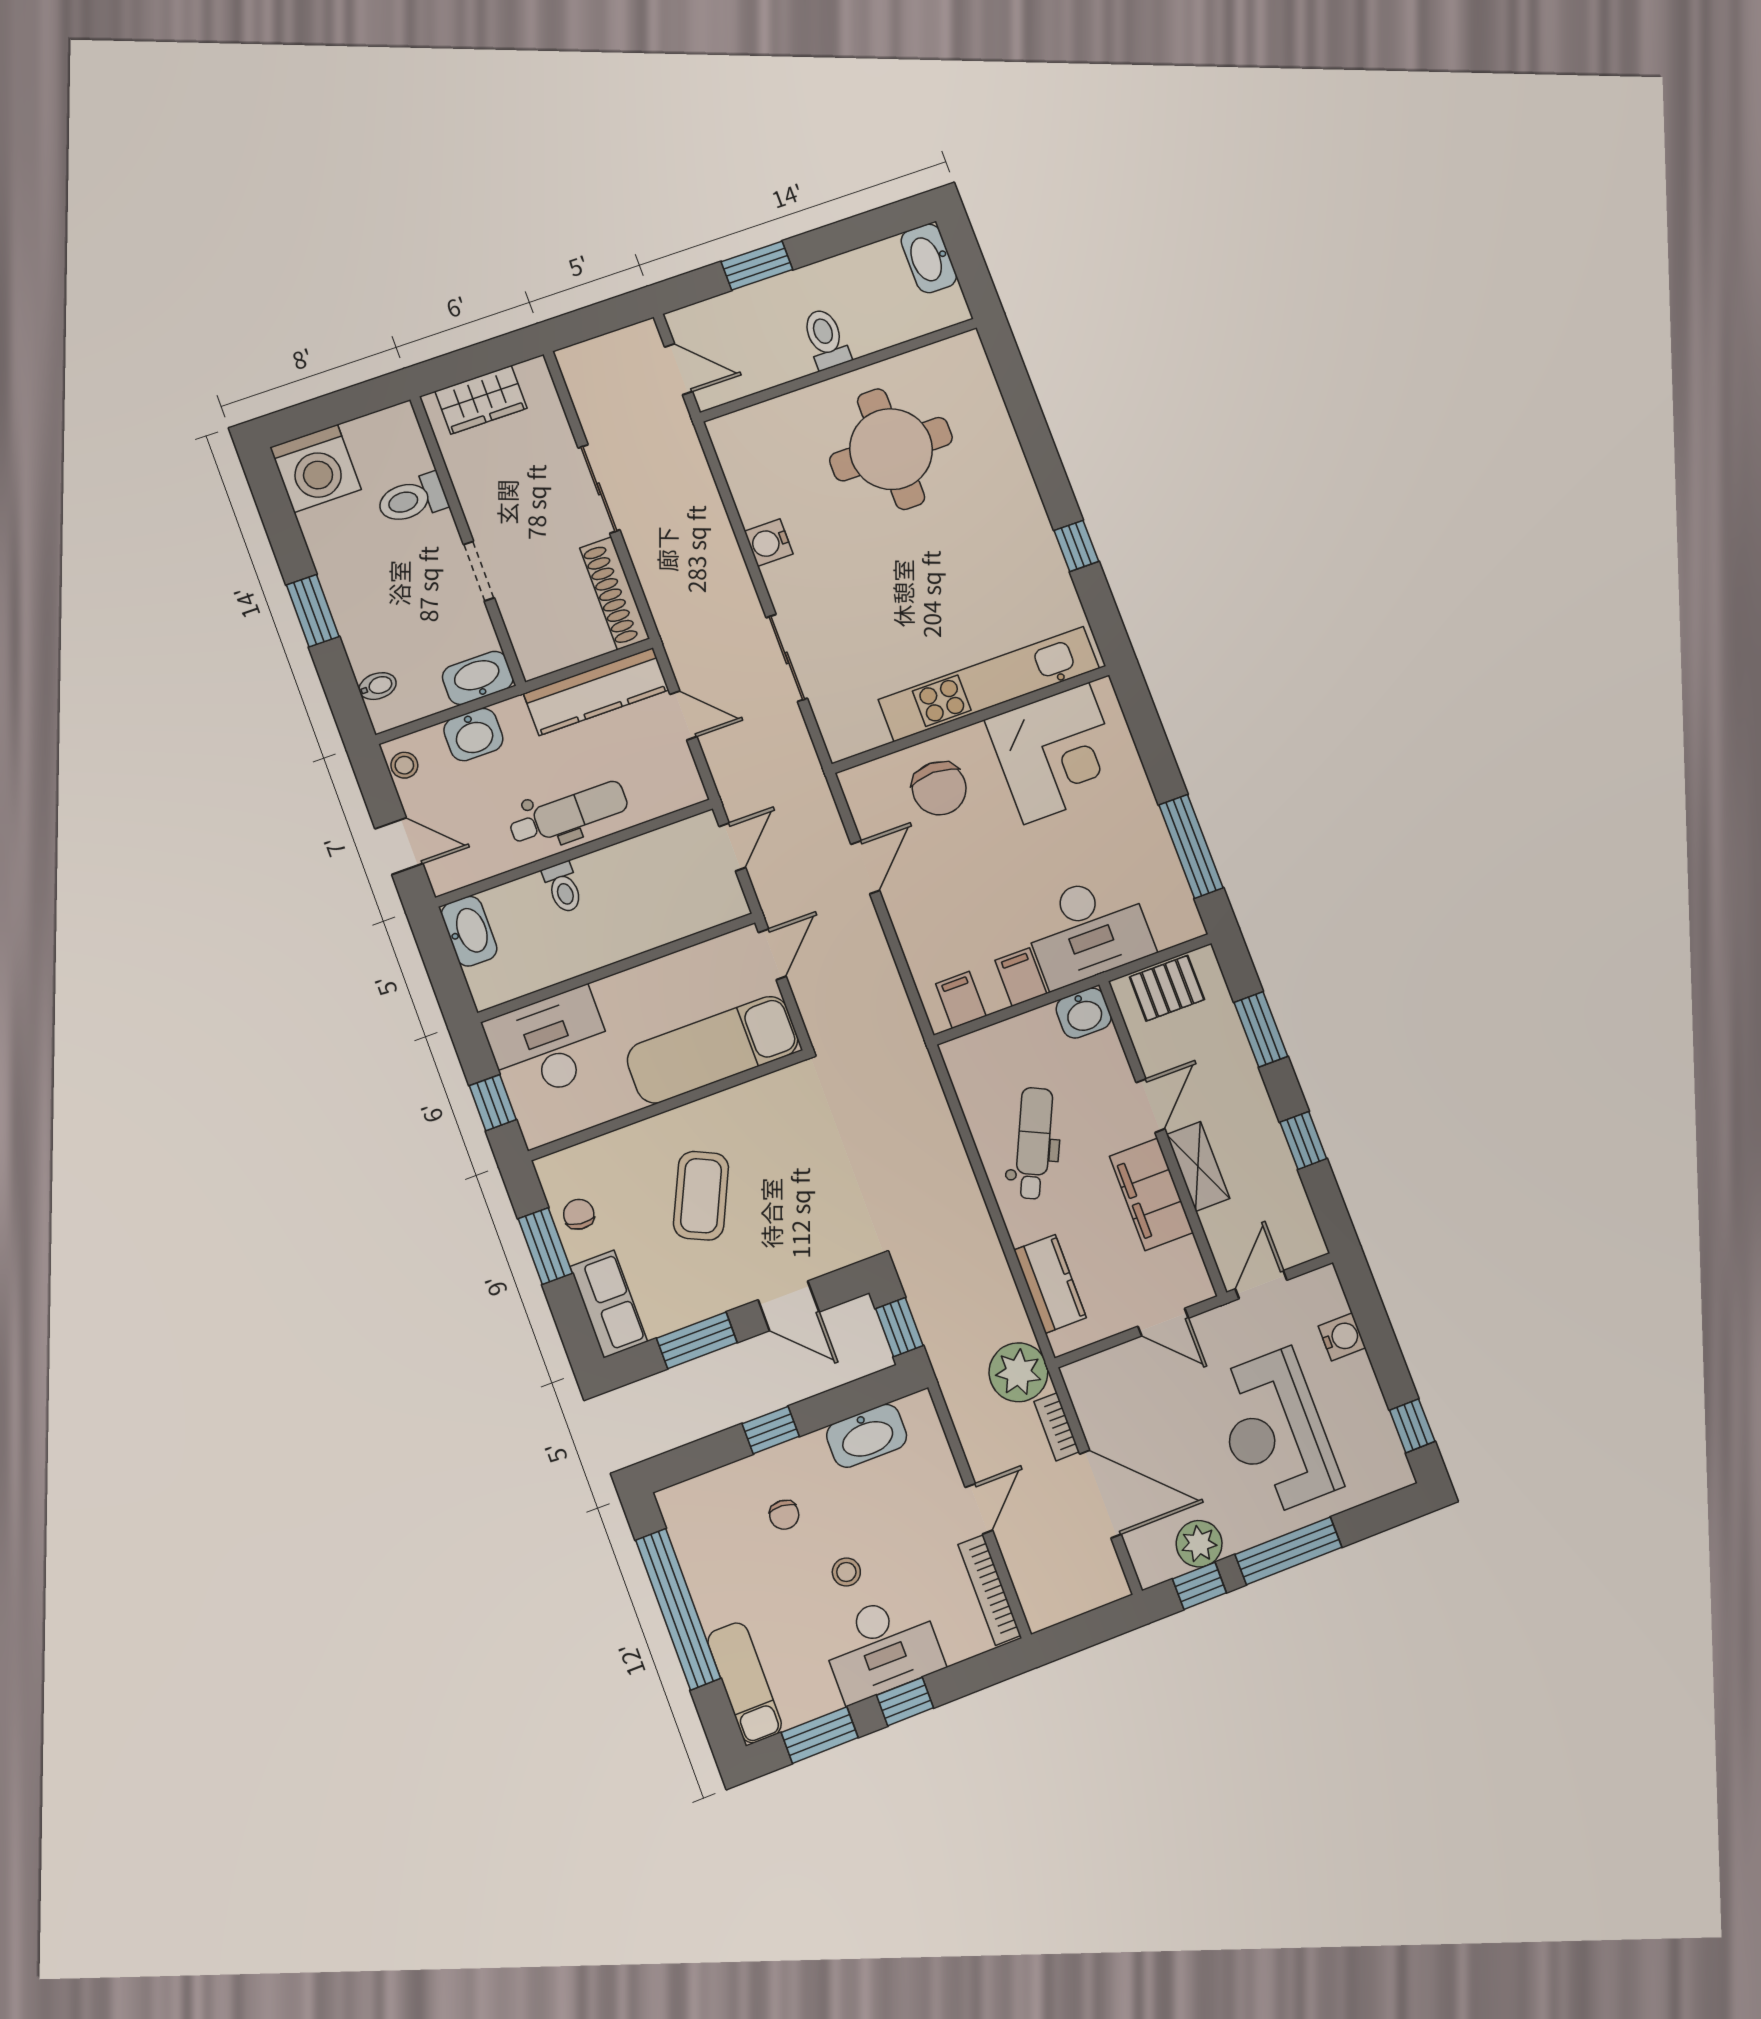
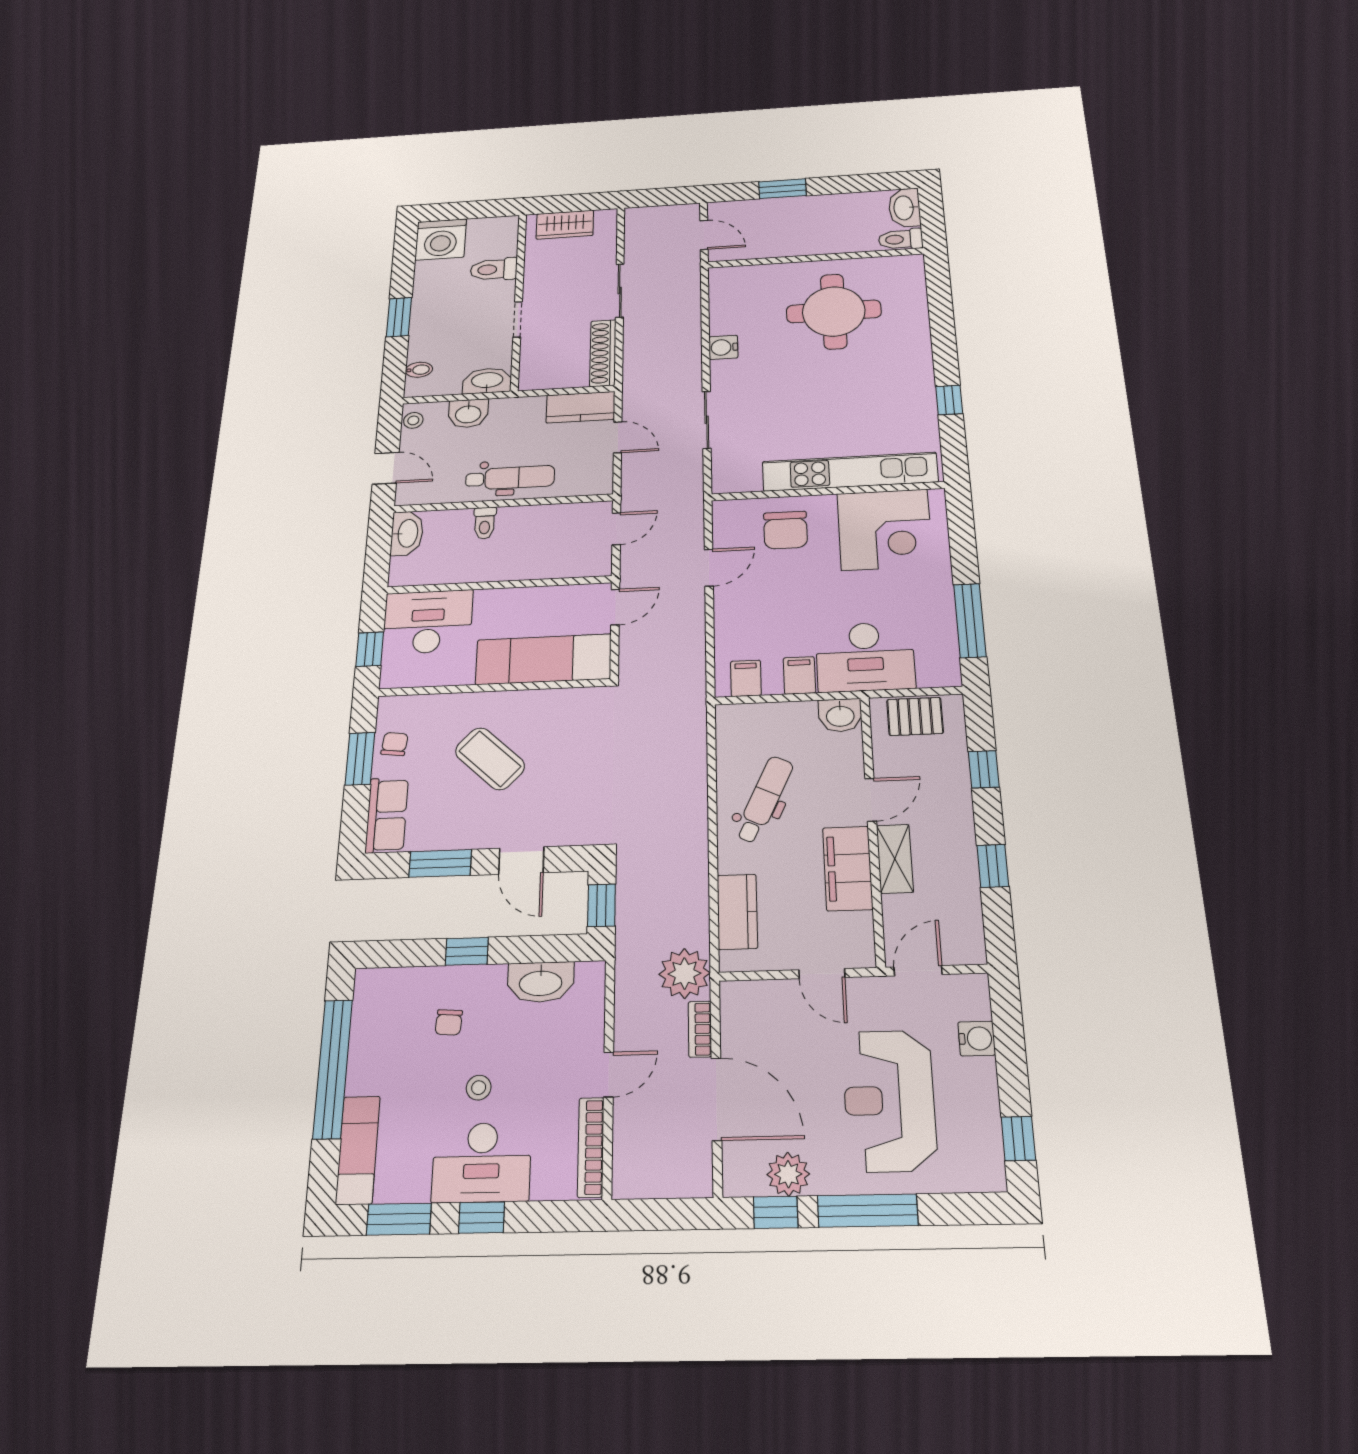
toilet: (826, 339) -> (901, 239), moved, turned -90
kitchen counter: (596, 692) -> (581, 407), width x0.67
window: (1261, 1029) -> (984, 769), width x0.67
coffee table: (701, 1196) -> (490, 759), turned -72

